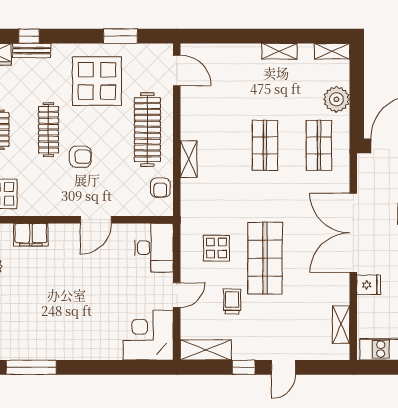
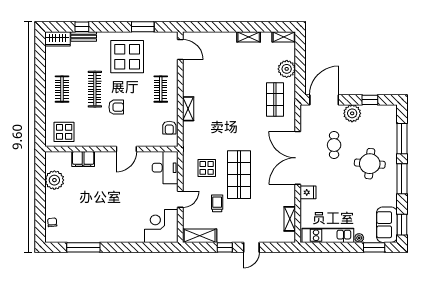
clothes rail: (147, 130) -> (161, 89), width x0.54, depth x0.76
shop shelf: (265, 145) -> (239, 99), removed

